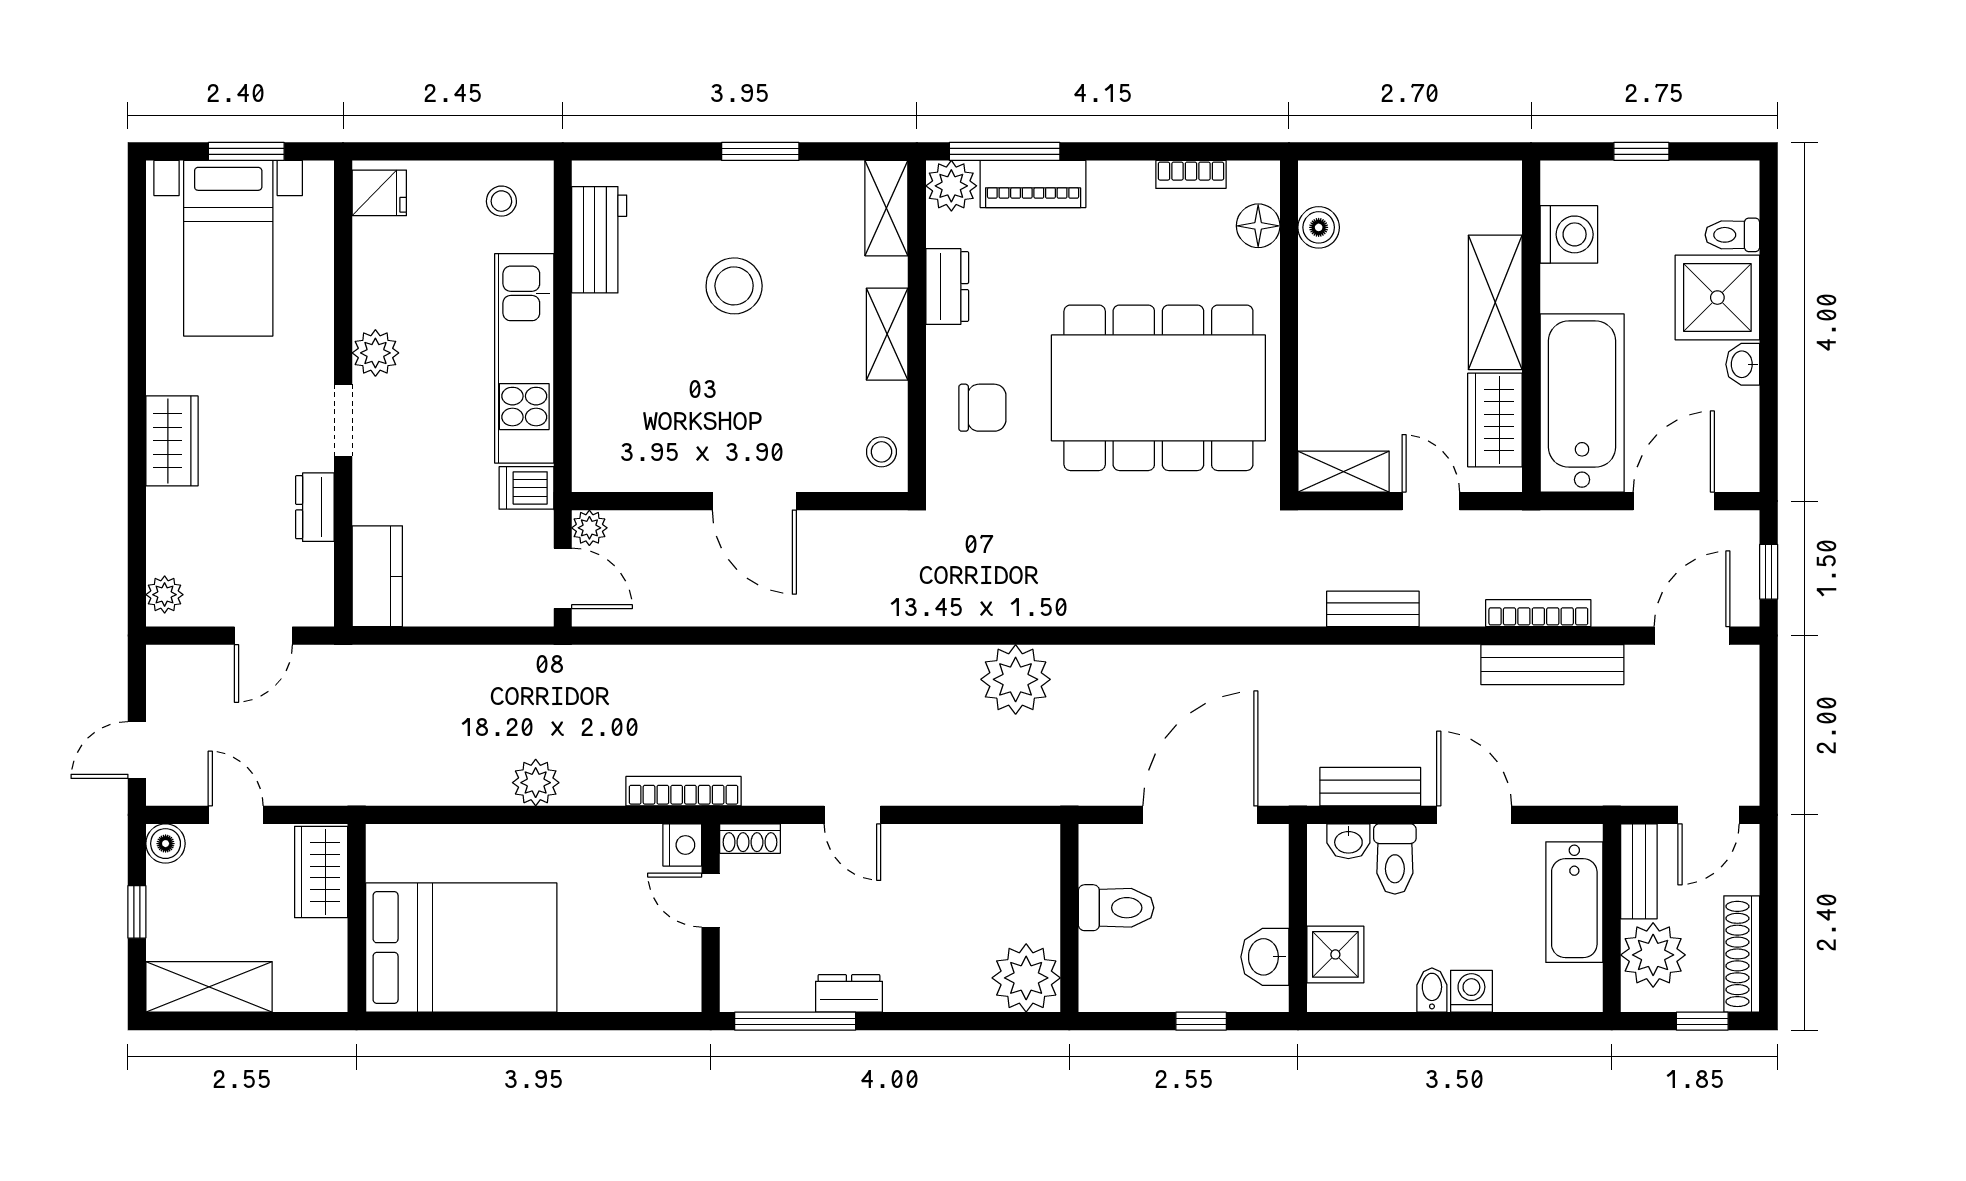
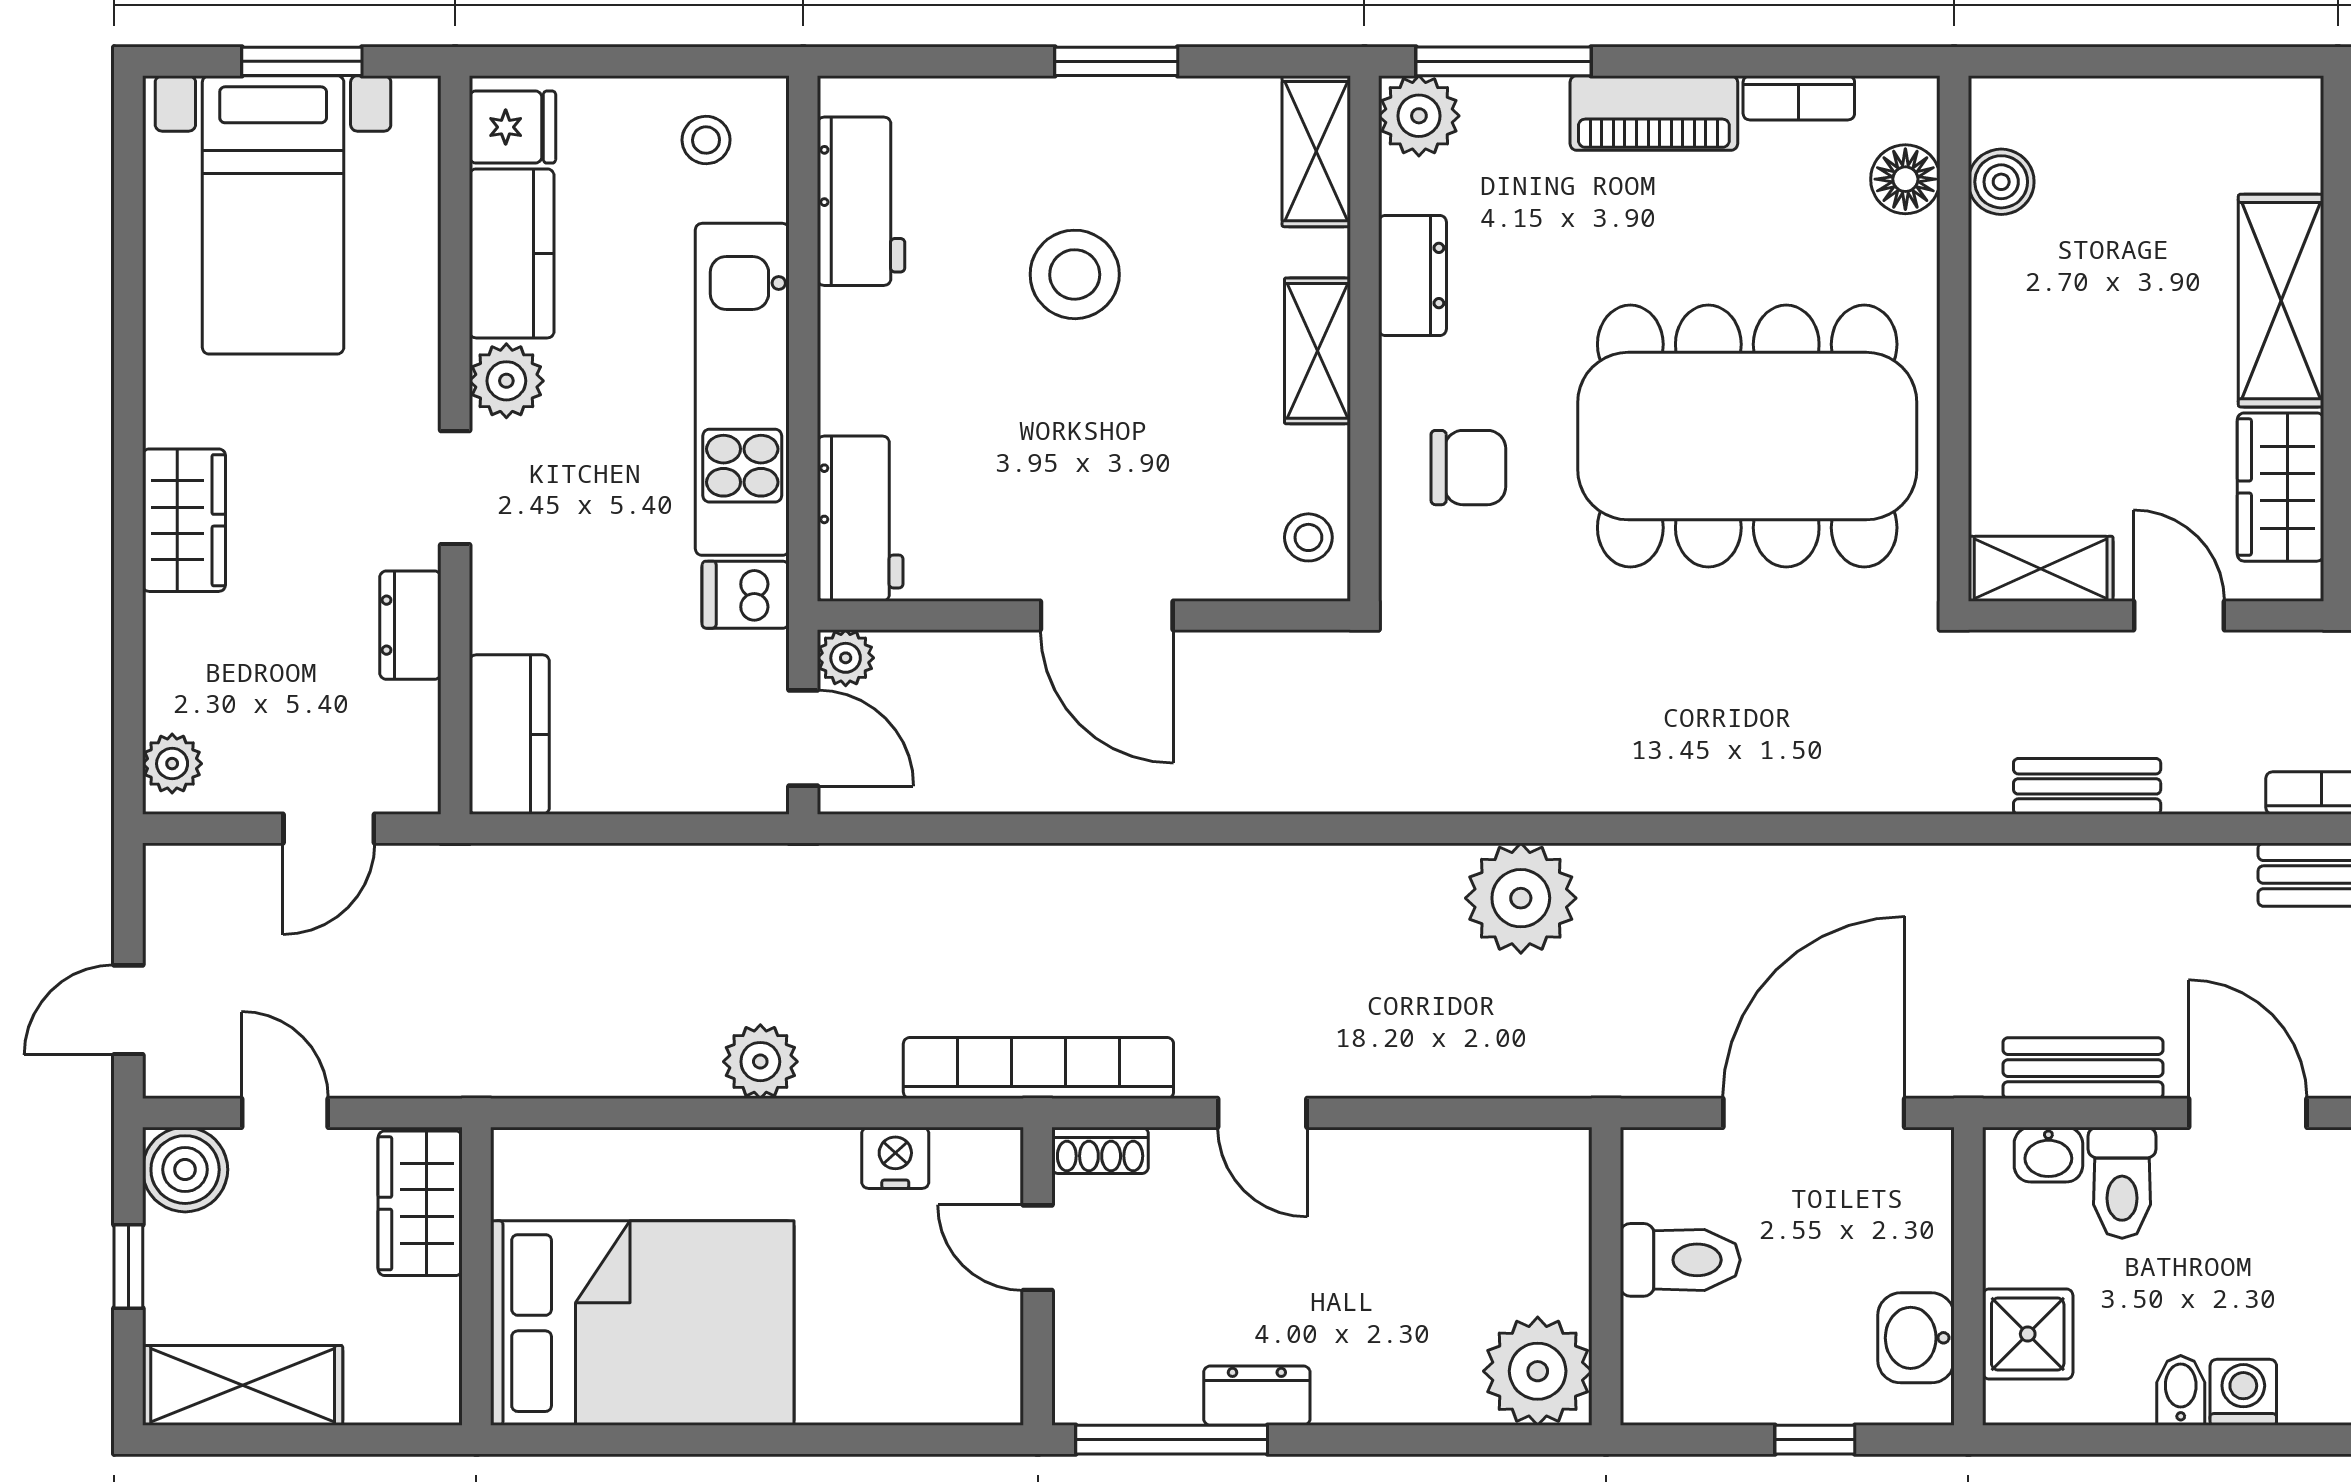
piano: (1033, 184) -> (1654, 113), moved
kitchen counter: (379, 273) -> (512, 253), added
workbench: (599, 440) -> (860, 519), added
bookcase: (684, 791) -> (1038, 1068), width x1.48, depth x1.31
boiler: (166, 844) -> (185, 1170), width x1.36, depth x1.36
nightstand: (682, 845) -> (895, 1158), moved, turned -90

